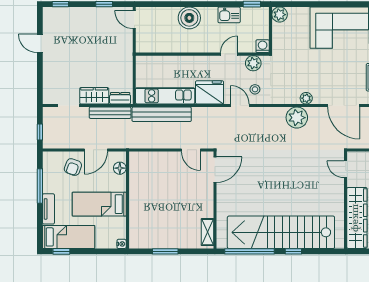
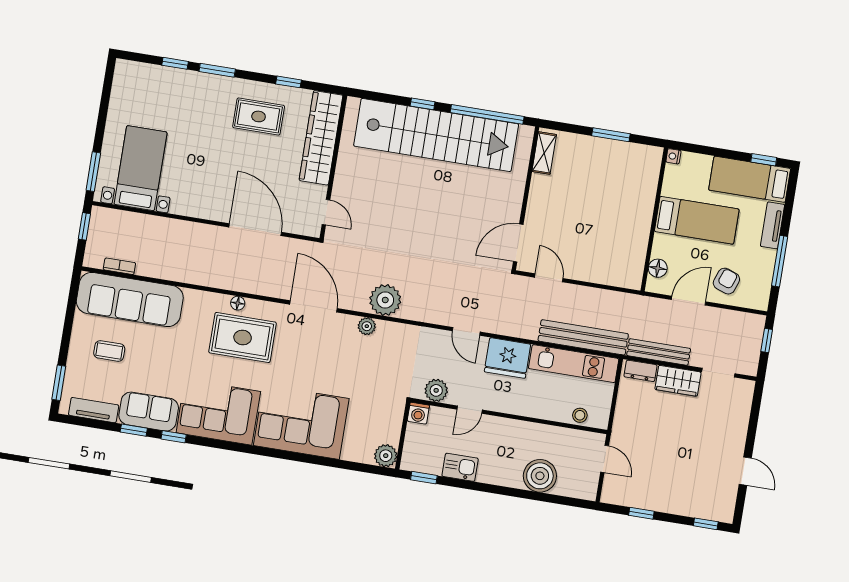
boiler: (189, 18) -> (540, 476), moved
door: (134, 20) -> (605, 459), moved
stool: (255, 89) -> (580, 415), moved

